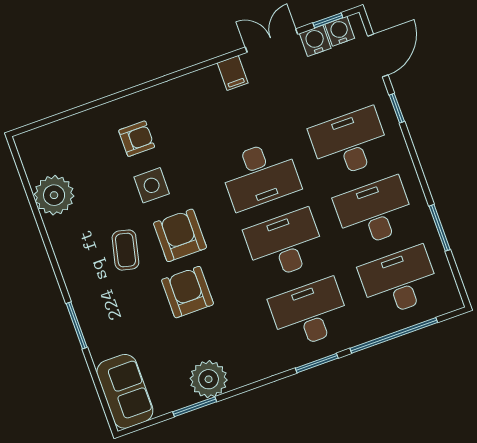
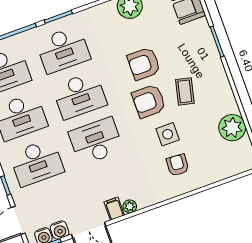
plant: (209, 76) -> (130, 206), added
armchair: (137, 139) -> (178, 165), turned 94
armchair: (180, 235) -> (149, 101), turned 90
armchair: (188, 292) -> (144, 64), turned 90

